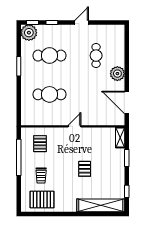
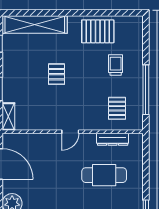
dresser: (43, 121) -> (113, 139), added
pallet: (42, 200) -> (98, 31), moved

